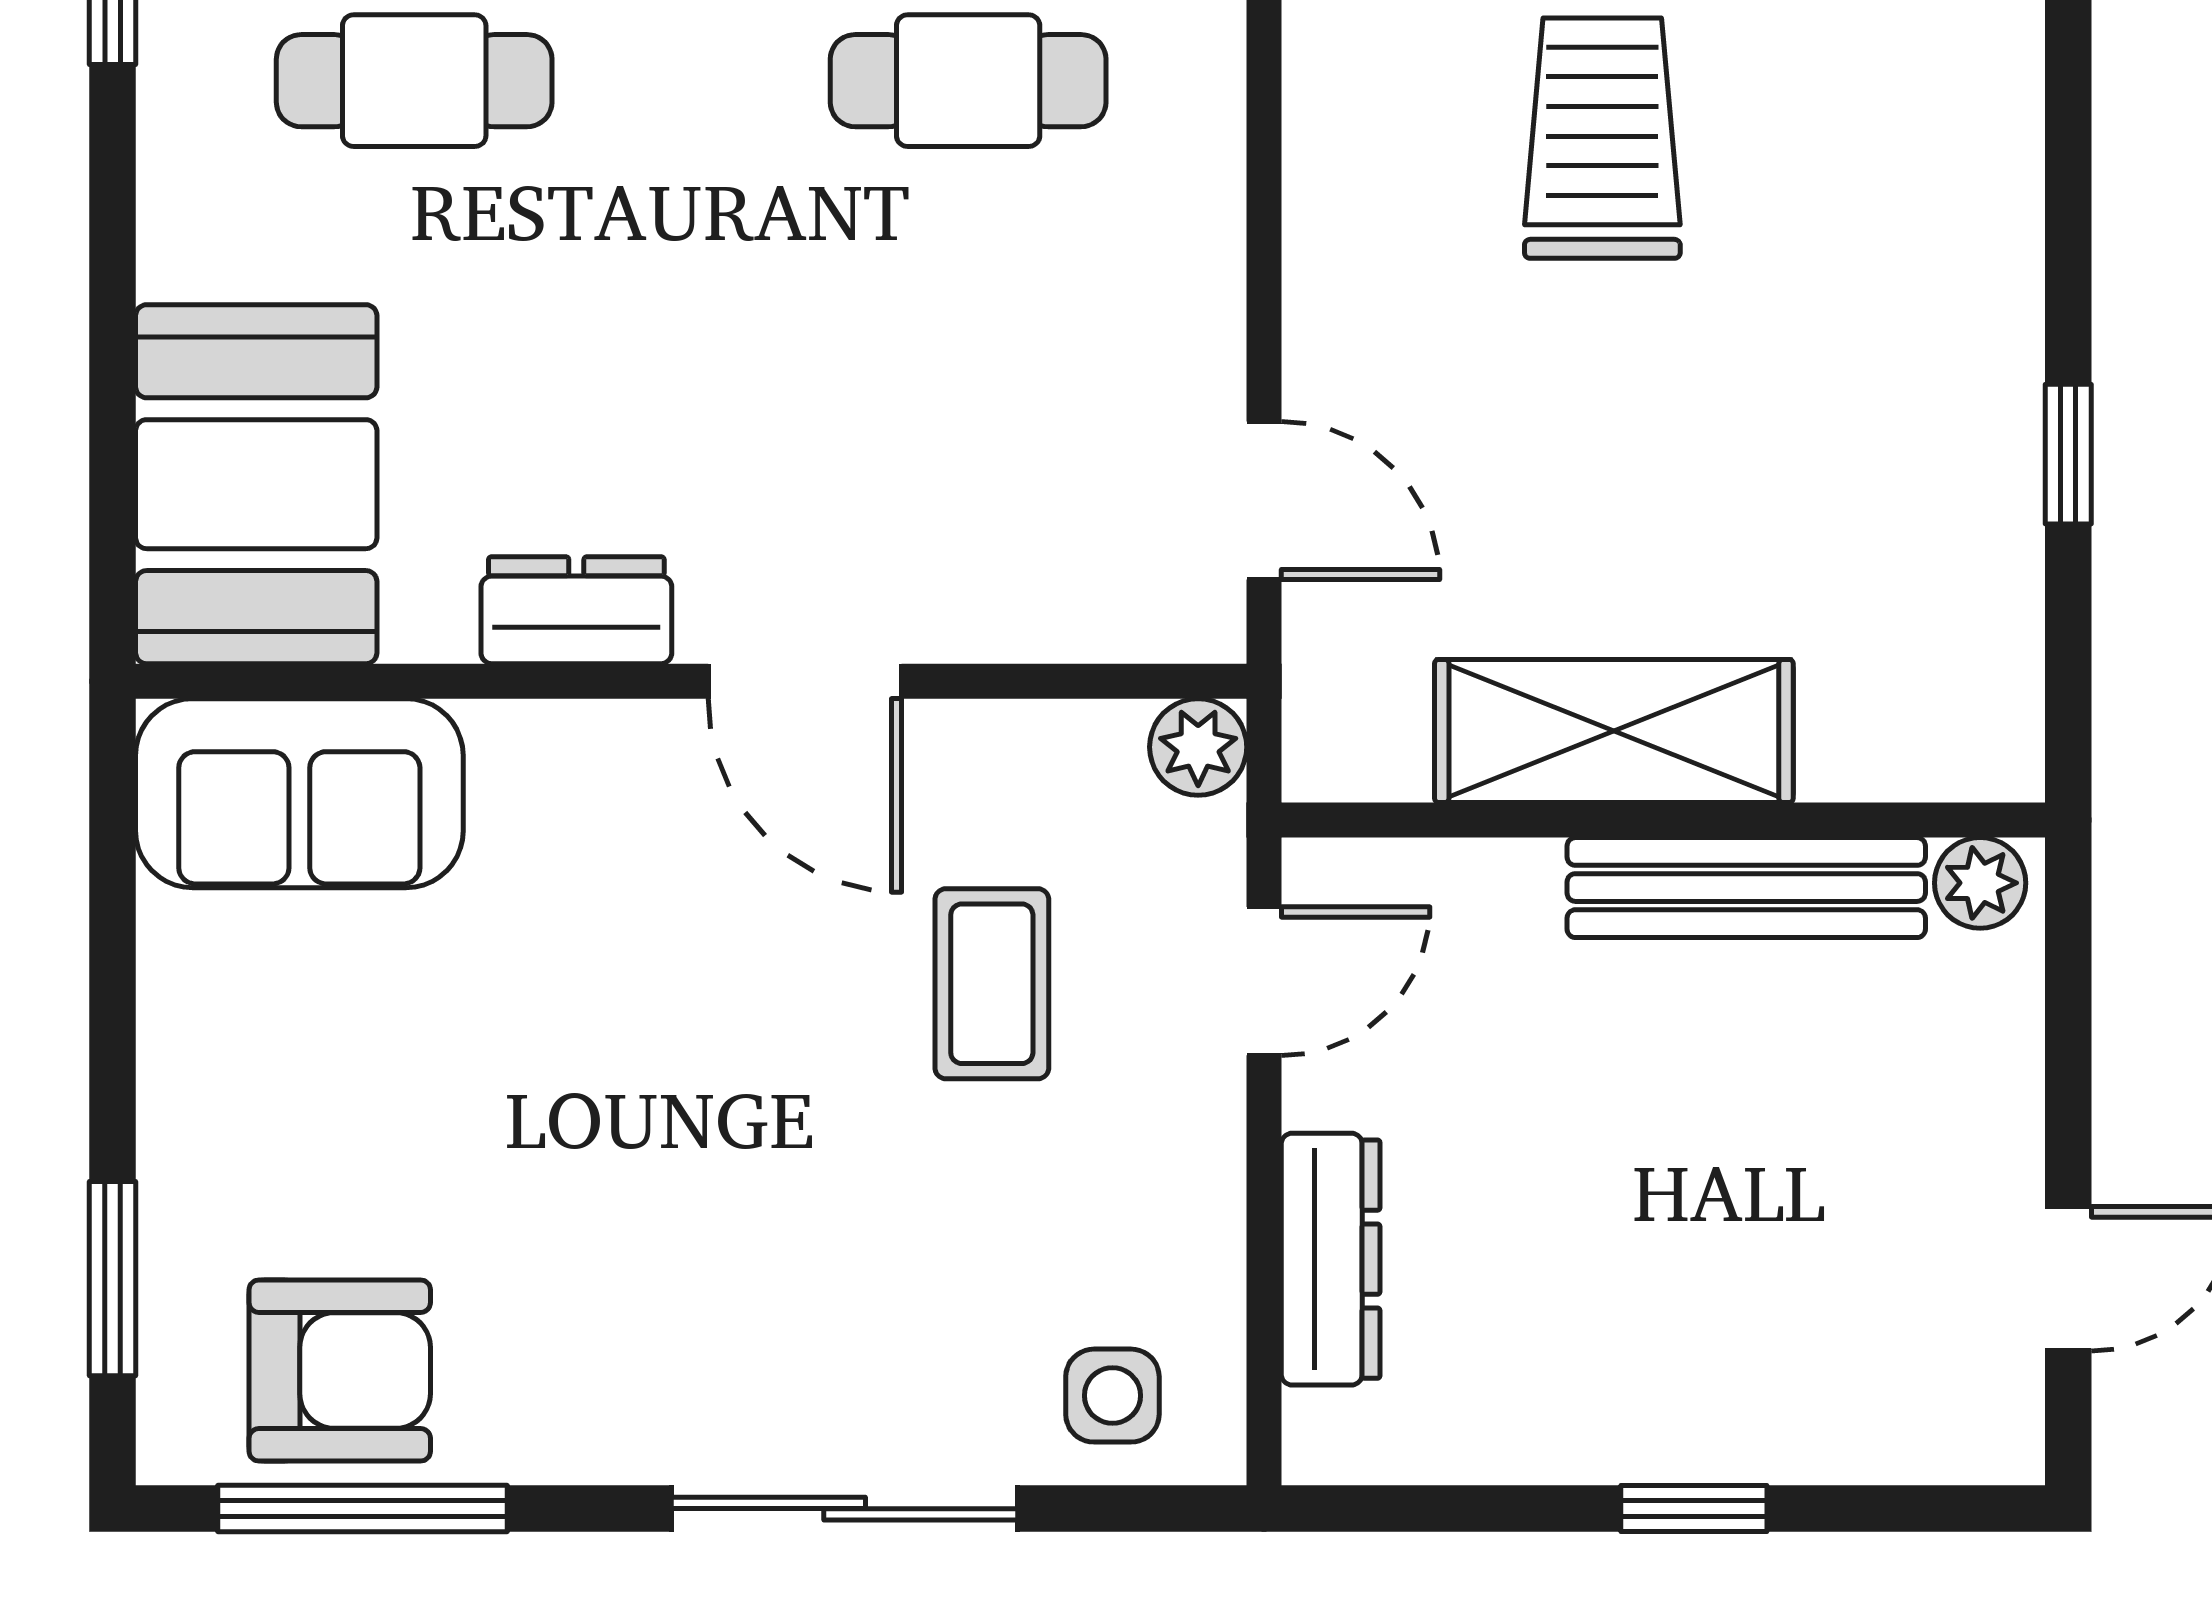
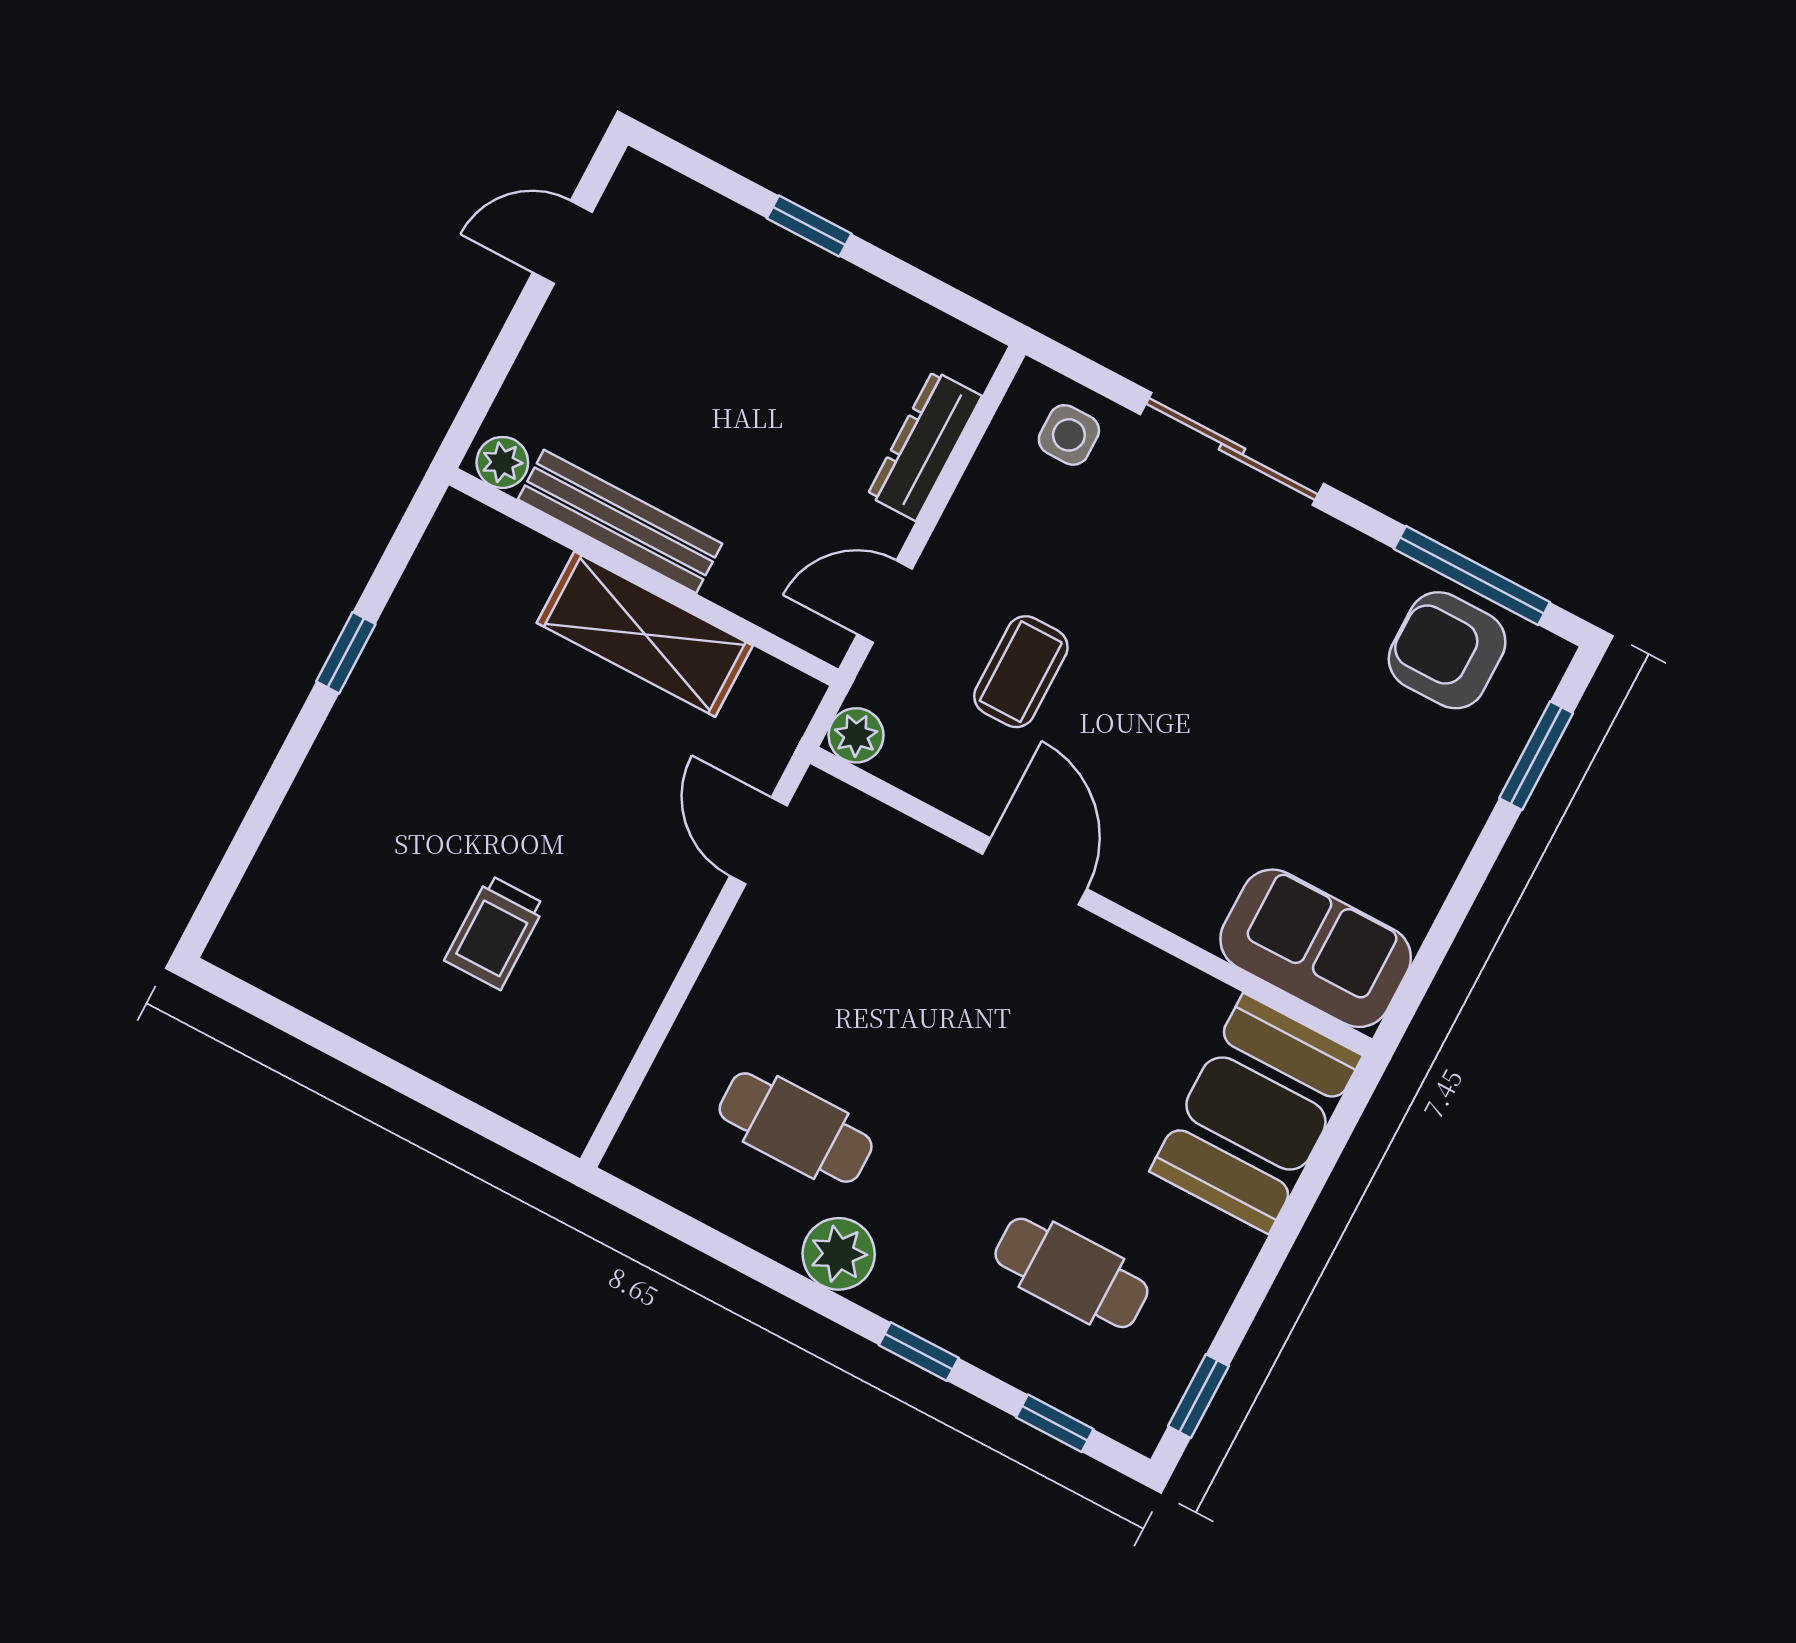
trolley: (1602, 138) -> (495, 932), width x0.73, depth x0.72
dresser: (576, 610) -> (1130, 967), removed

